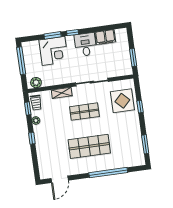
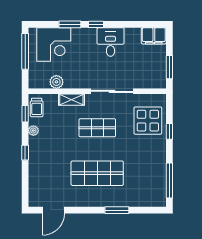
filing cabinet: (105, 37) -> (154, 36), moved
corner desk: (54, 51) -> (54, 44), moved
plant: (36, 83) -> (56, 82), moved
window: (145, 144) -> (169, 181), width x1.44
window: (108, 173) -> (117, 210), width x0.47

